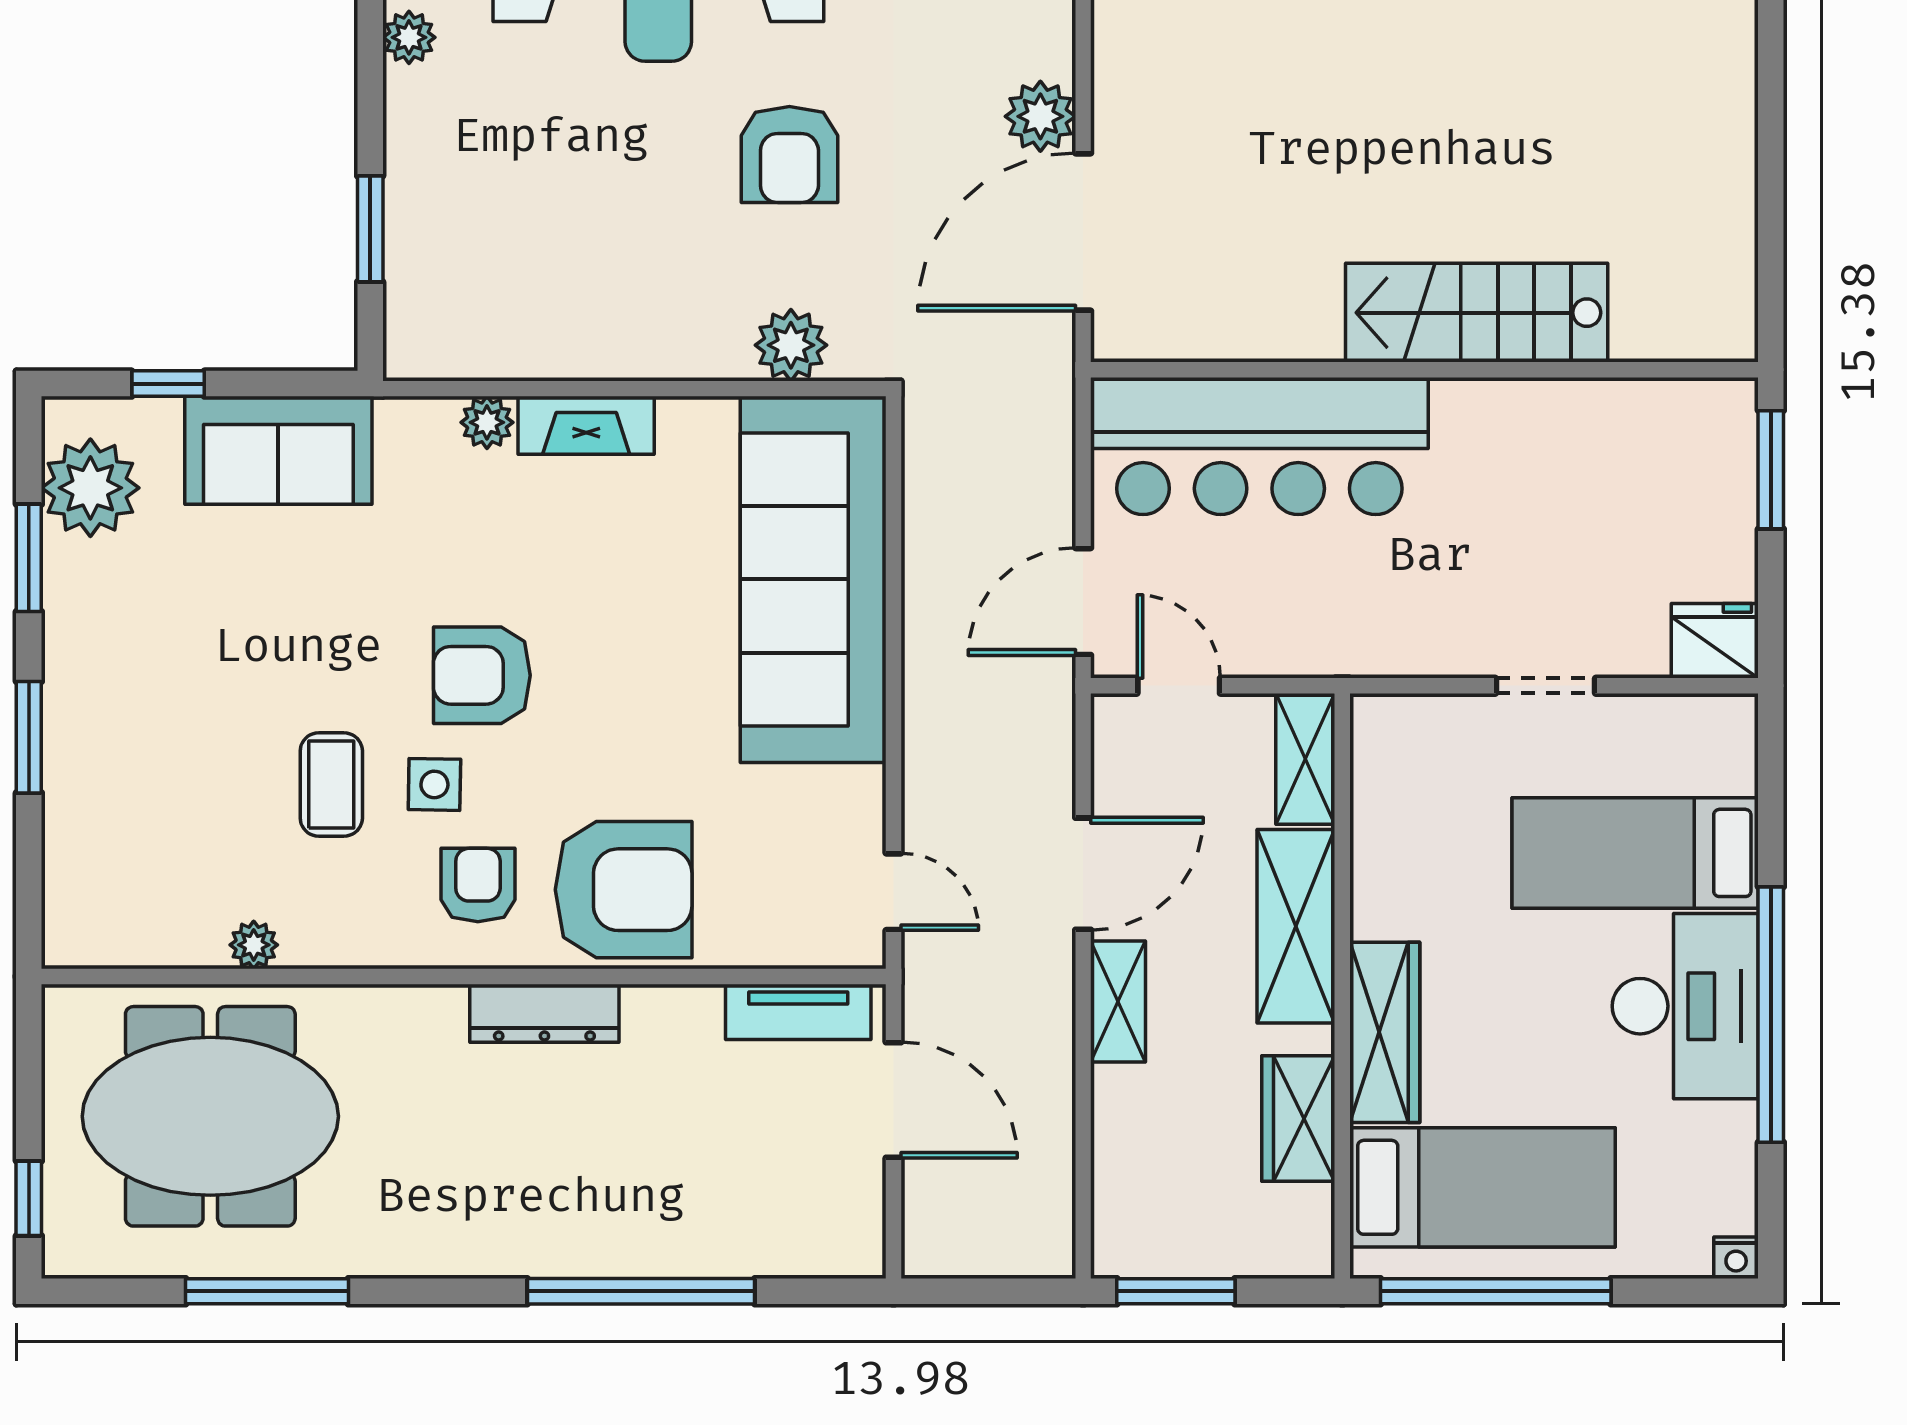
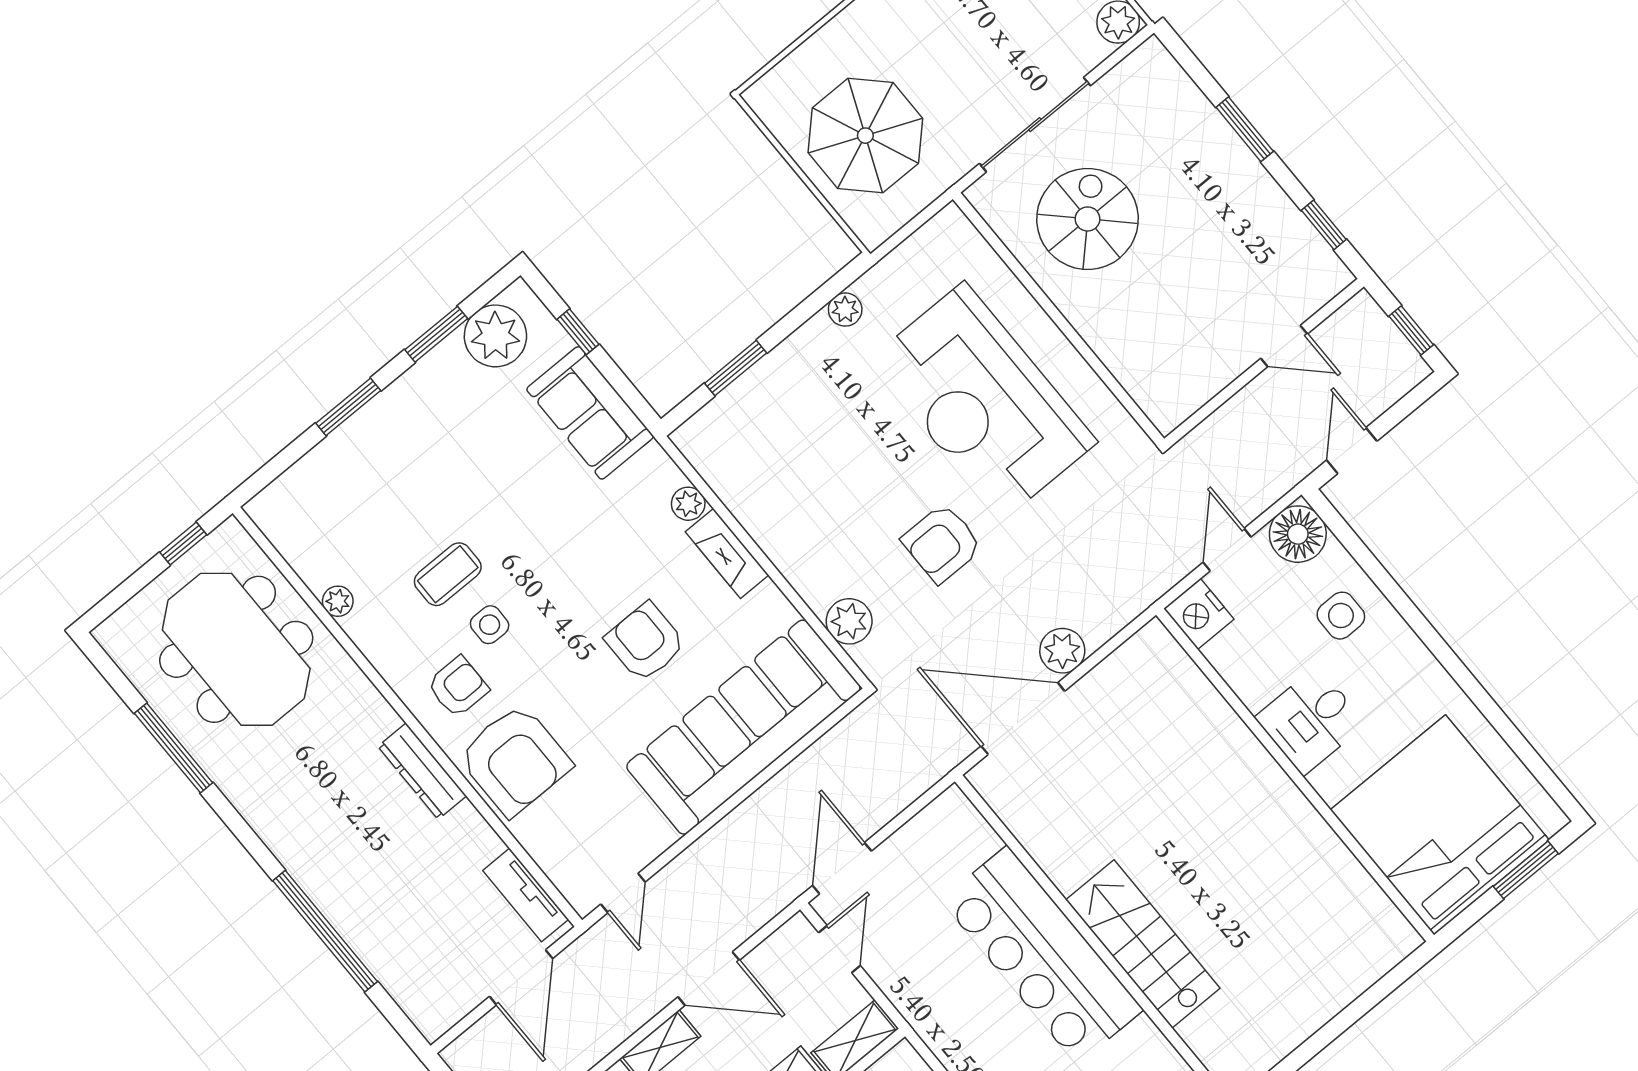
bar counter: (1259, 446) -> (1042, 955), moved
door: (1083, 602) -> (842, 868), hinge flipped
armchair: (482, 675) -> (645, 642), moved
window: (29, 1198) -> (183, 544), moved

